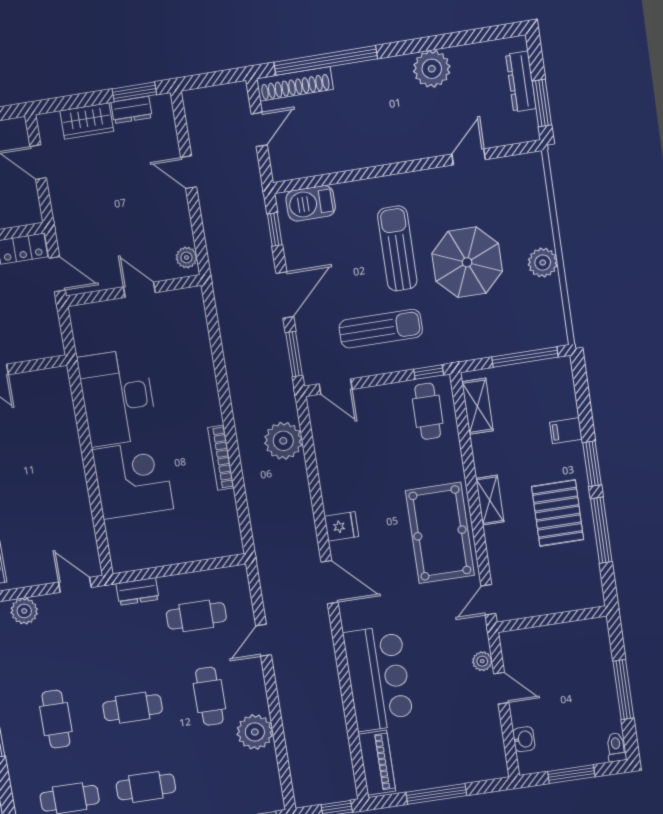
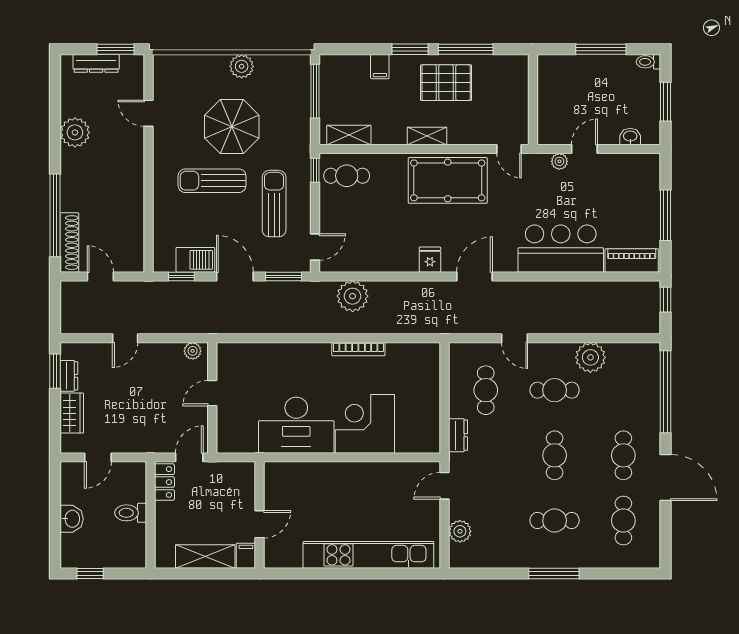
barbecue: (311, 203) -> (195, 260), moved, turned -90

